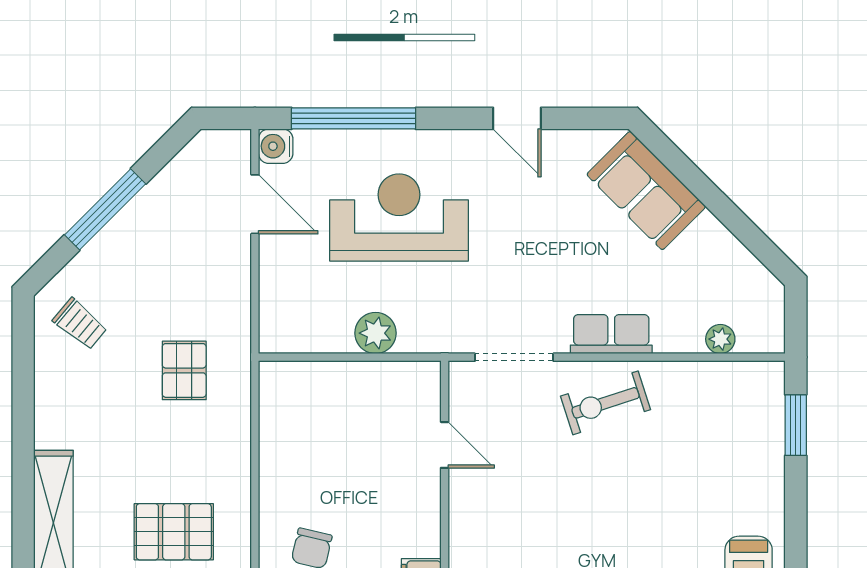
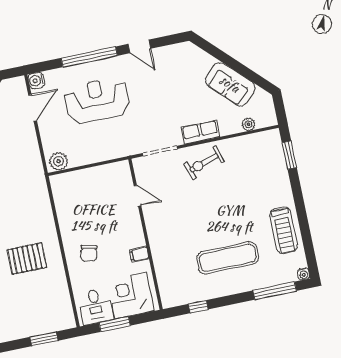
window: (354, 118) -> (89, 57), moved
sofa: (646, 191) -> (230, 84), moved
door: (255, 204) -> (33, 108), hinge flipped
plant: (376, 333) -> (59, 161), moved
pallet: (184, 370) -> (17, 187), removed

